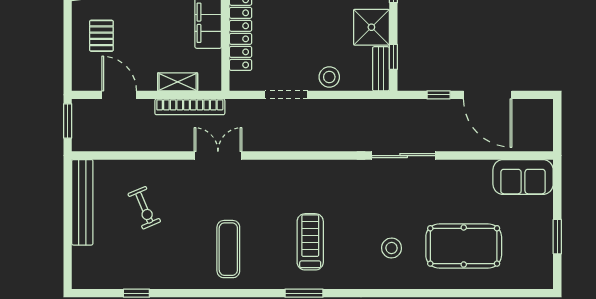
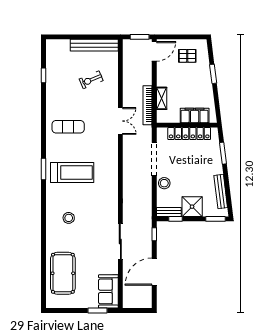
door: (119, 95) -> (154, 51), moved
doorway: (286, 95) -> (154, 159), width x1.36
window: (439, 95) -> (154, 234), moved
sliding door: (404, 156) -> (120, 242), moved
window: (557, 237) -> (98, 310), moved
treadmill: (310, 242) -> (72, 172), width x1.37, depth x1.38
pool table: (464, 246) -> (63, 273), moved

